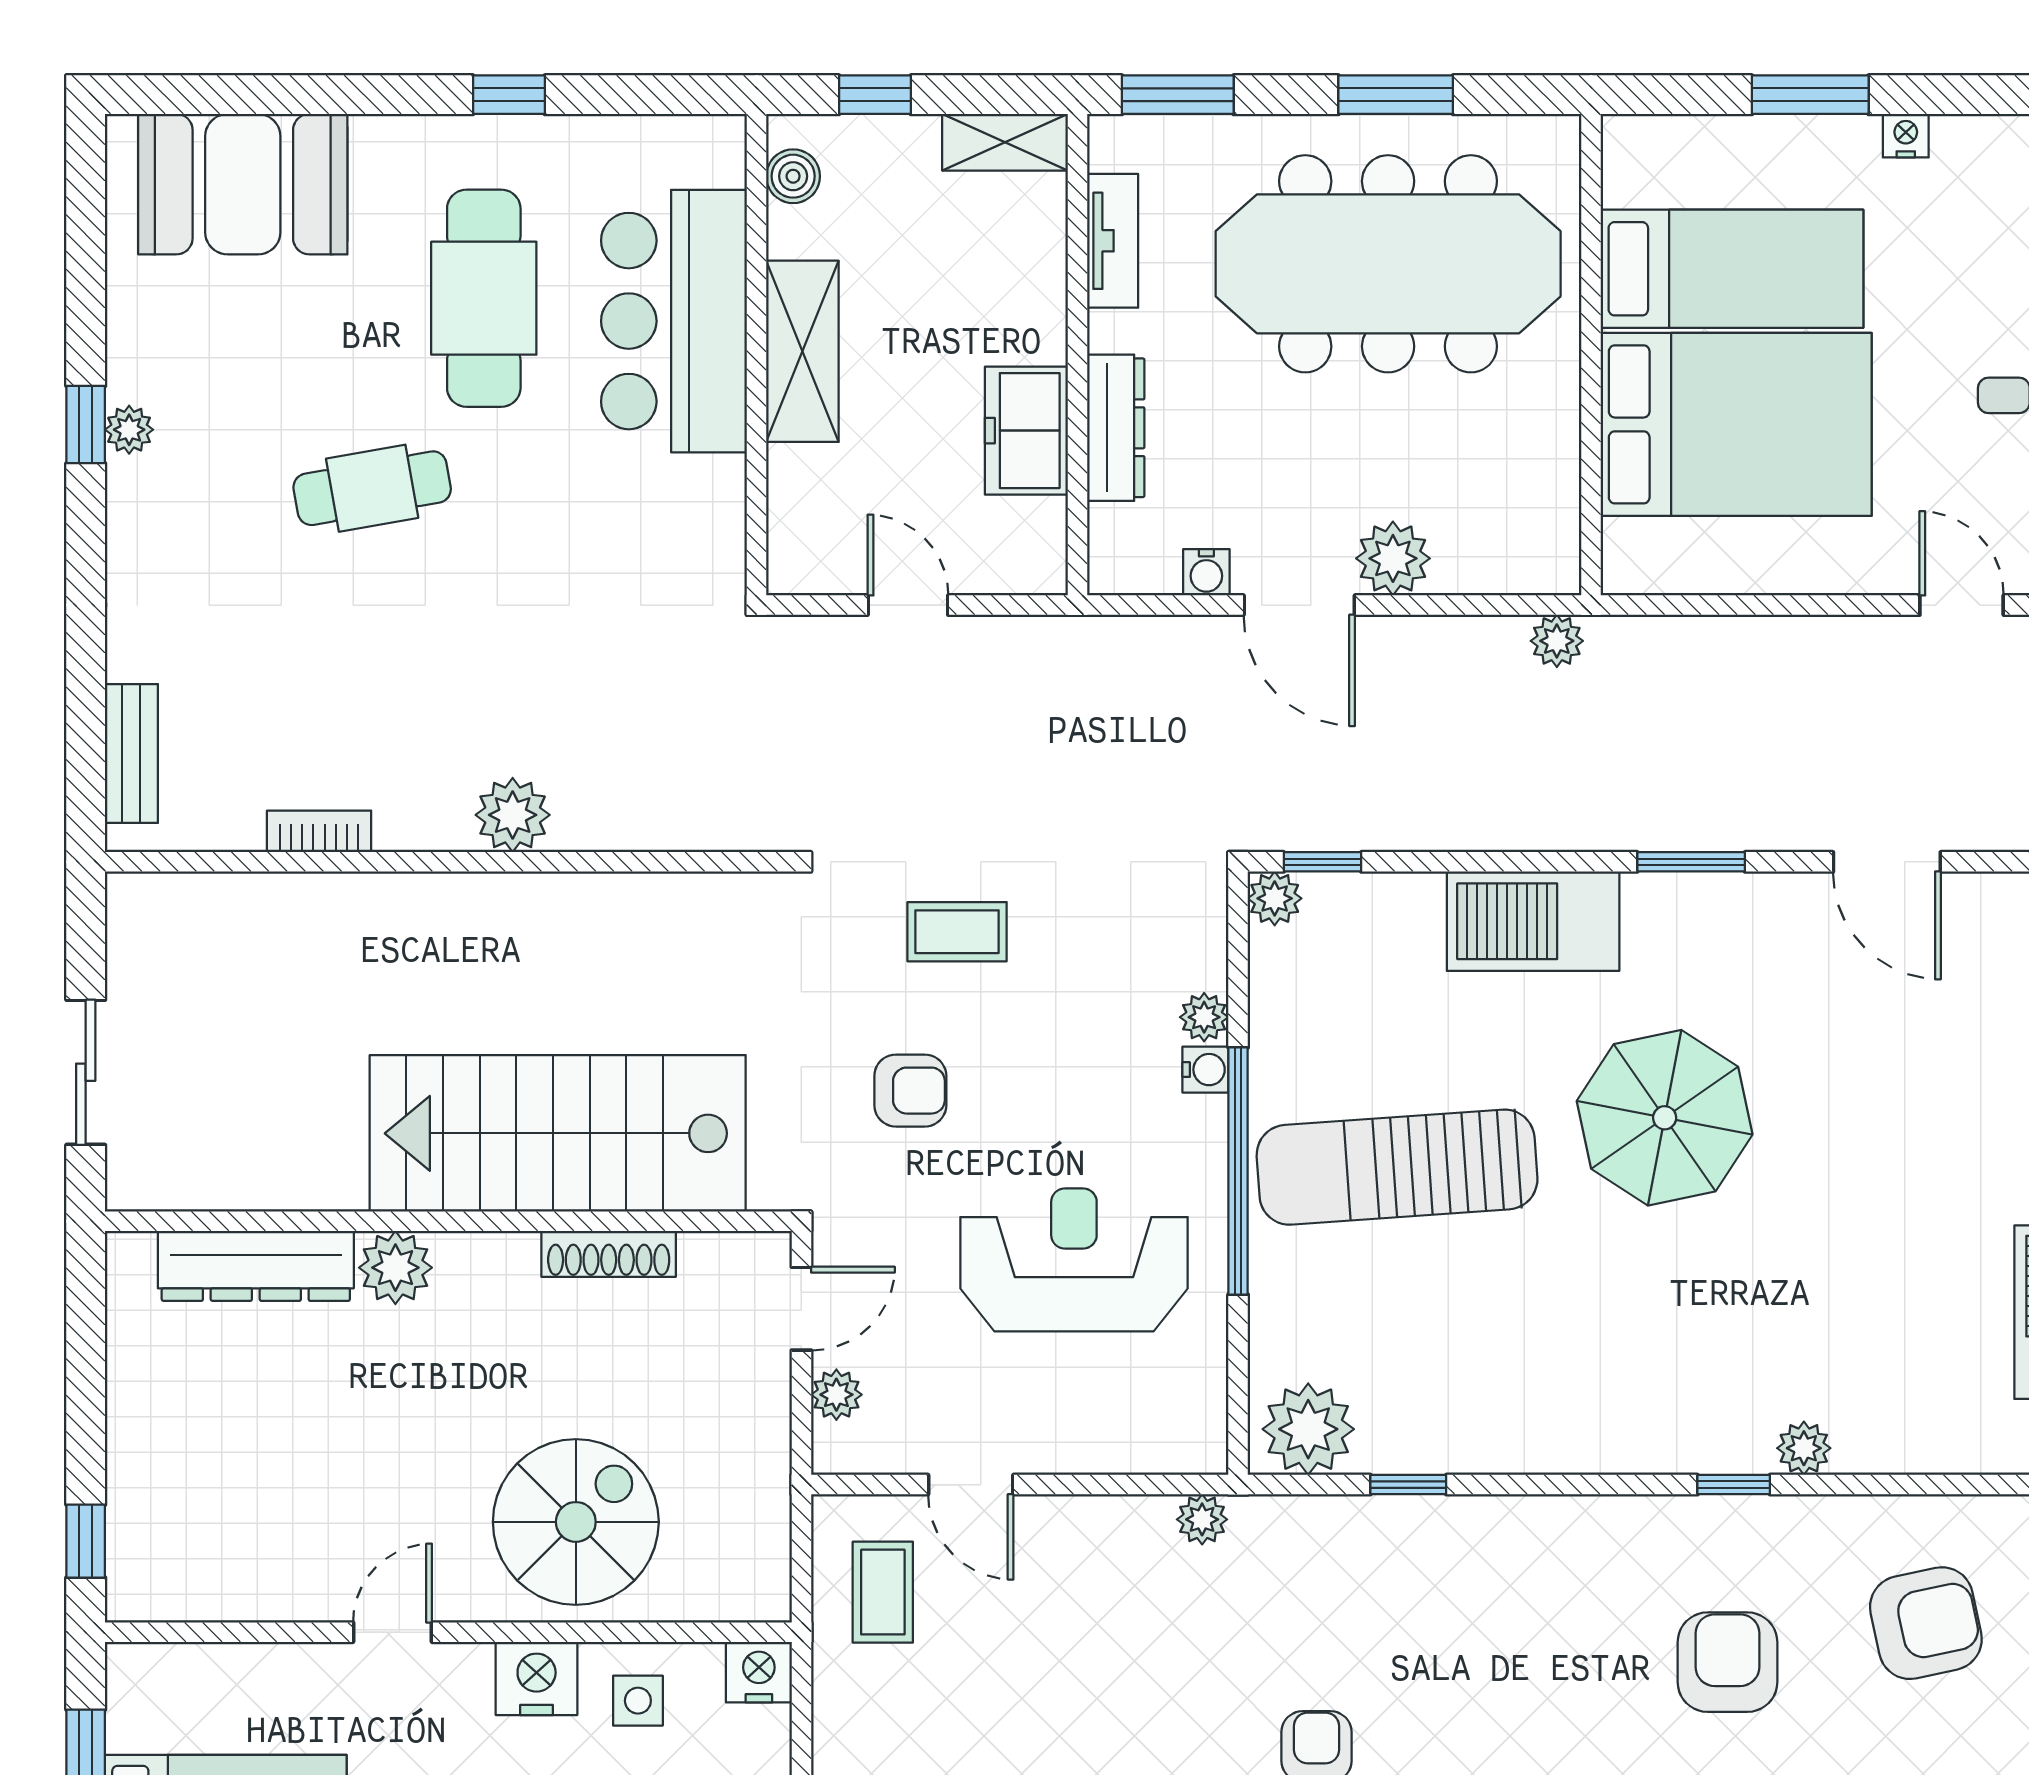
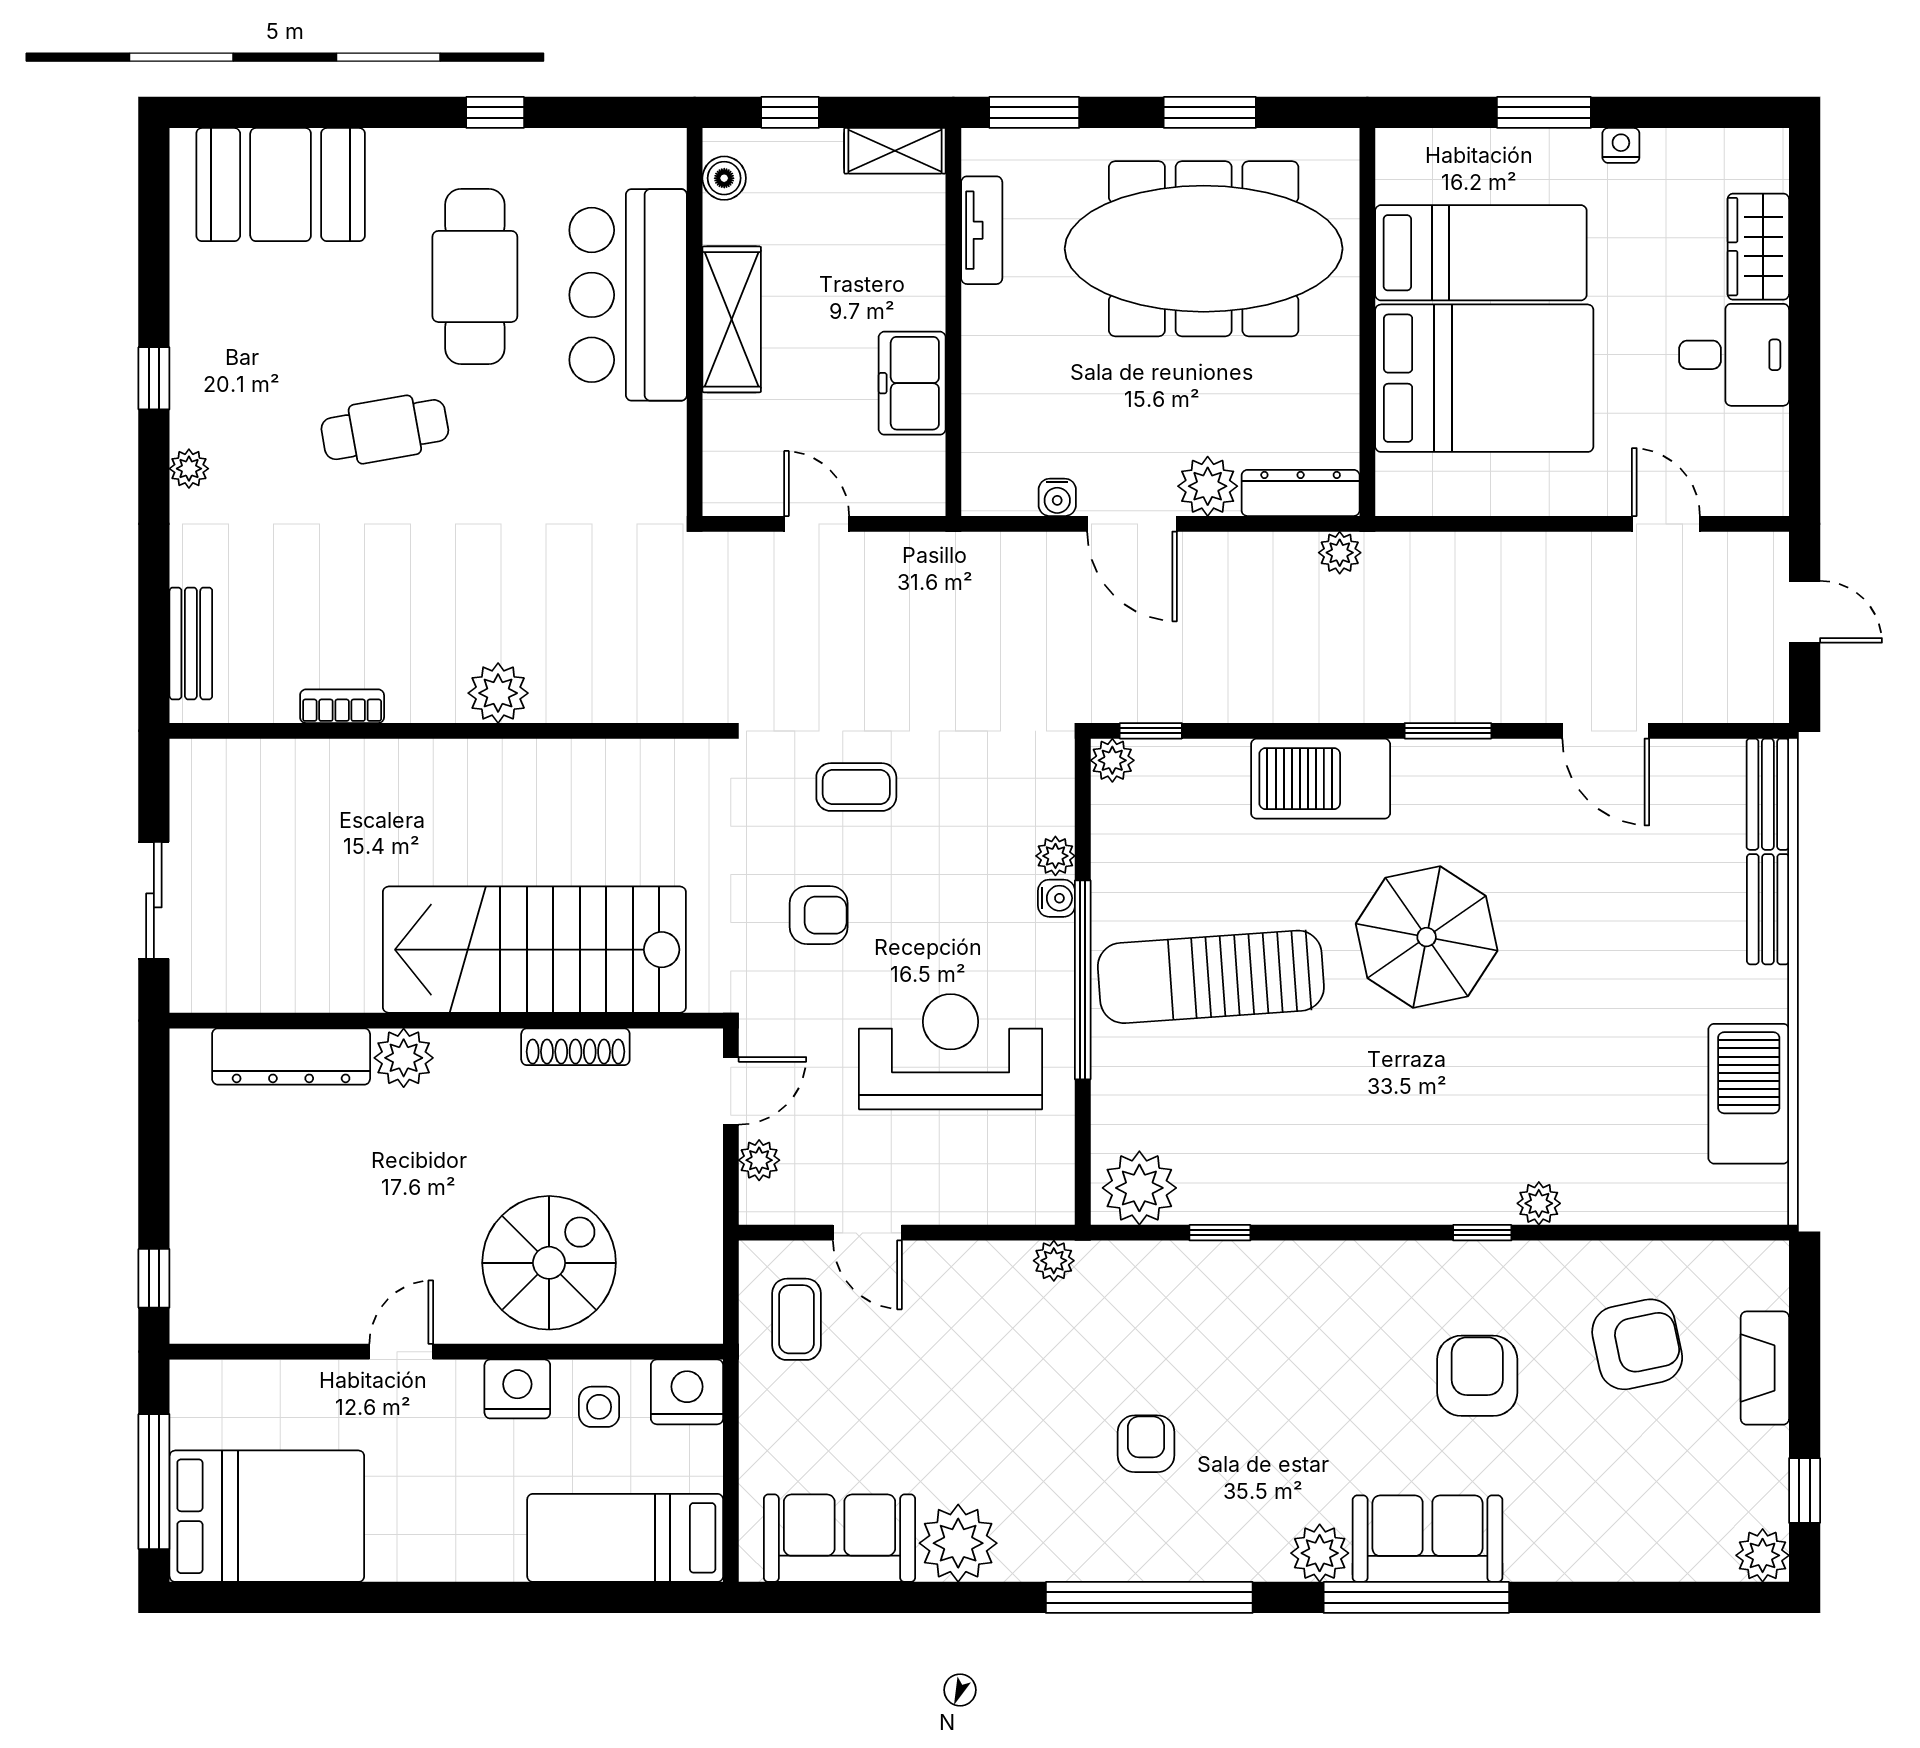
dresser: (1116, 428) -> (1301, 493), moved, turned -90
plant: (129, 430) -> (189, 469), moved
nightstand: (759, 1672) -> (687, 1392), width x1.36, depth x1.33

